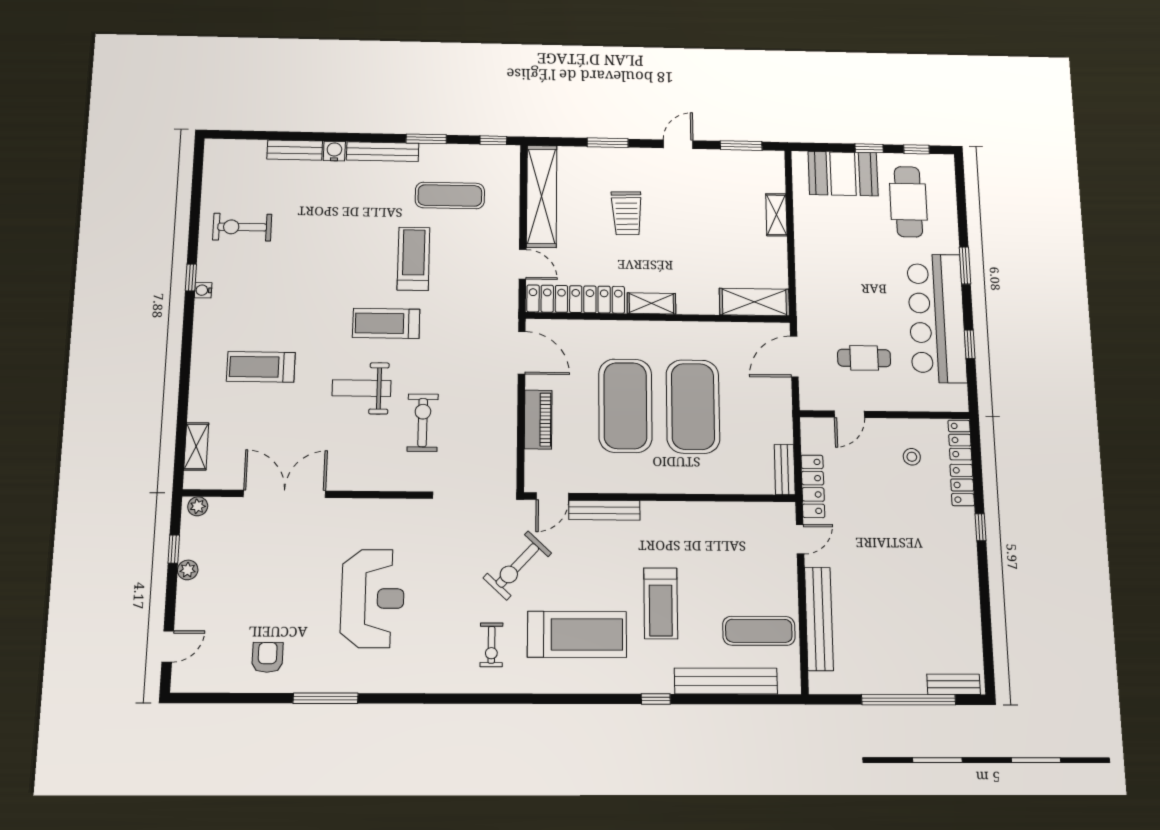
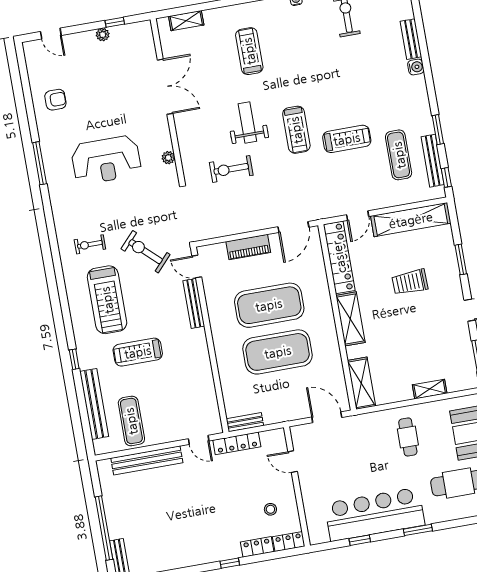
bench: (383, 152) -> (433, 161), moved
shelving: (651, 303) -> (350, 319), width x1.50, depth x1.33
treadmill: (386, 323) -> (296, 130), turned 180
cafe table: (864, 358) -> (408, 437), moved
exercise bike: (423, 423) -> (231, 169), turned 180
plant: (198, 506) -> (168, 158), moved
window: (326, 698) -> (40, 163), moved

